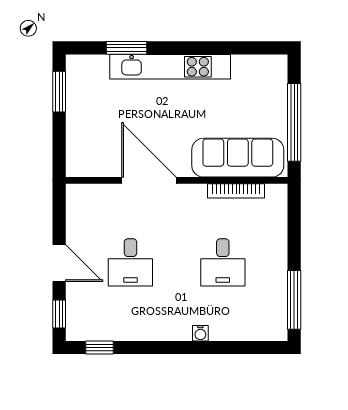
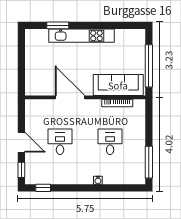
window: (59, 92) -> (21, 49), removed
desk: (130, 262) -> (60, 142), turned 180
desk: (223, 262) -> (110, 142), turned 180

